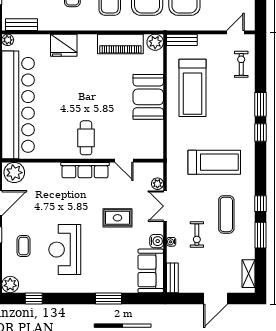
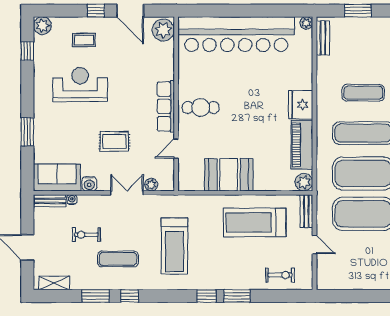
door: (235, 32) -> (315, 244), moved
fridge: (64, 45) -> (301, 105), moved
booth: (148, 97) -> (229, 175), moved
rug: (118, 218) -> (114, 142), turned 90
exercise bike: (197, 235) -> (86, 235), moved
water cooler: (171, 242) -> (72, 200), moved

